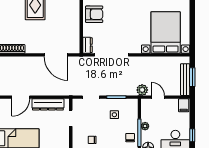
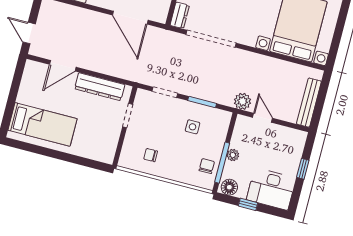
window: (192, 77) -> (320, 102), removed
filing cabinet: (184, 105) -> (297, 139), removed
window: (192, 135) -> (303, 169), moved

